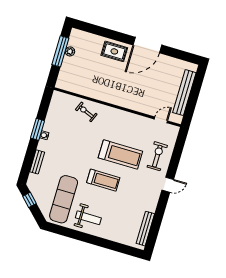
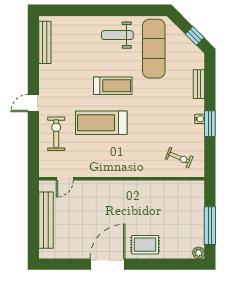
plant: (70, 51) -> (199, 253), moved
exercise bike: (86, 112) -> (179, 158), moved
exercise bike: (157, 156) -> (56, 134), turned 180
treadmill: (103, 180) -> (113, 86), turned 180

